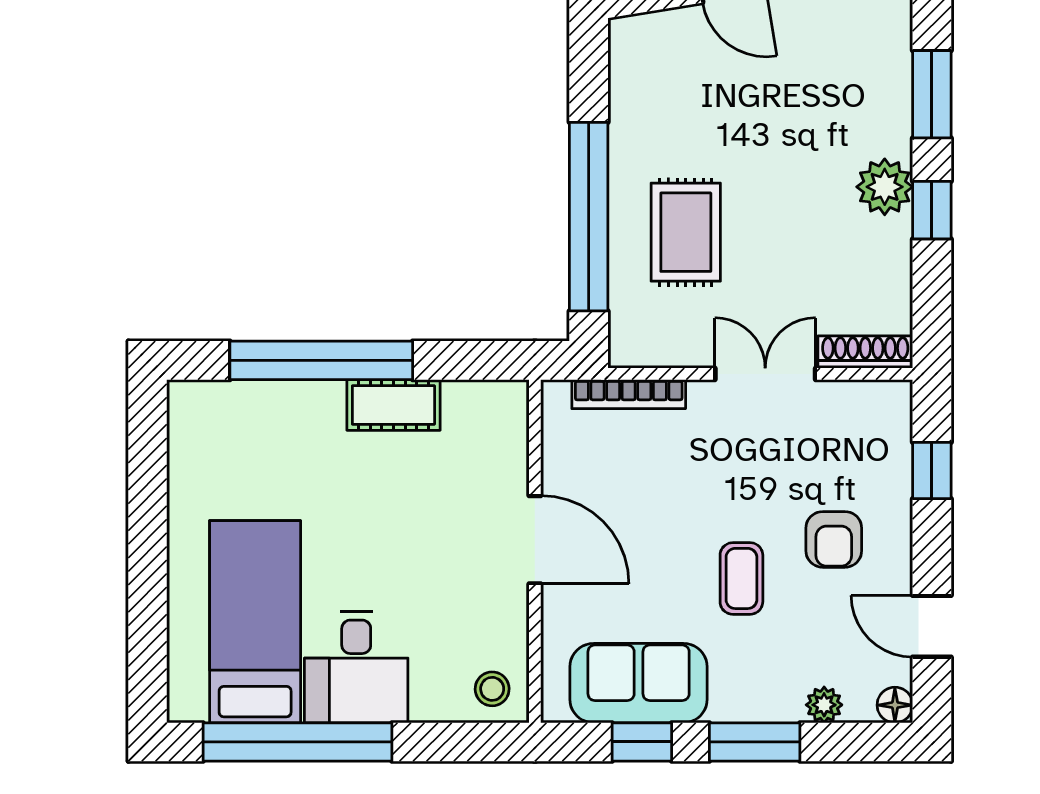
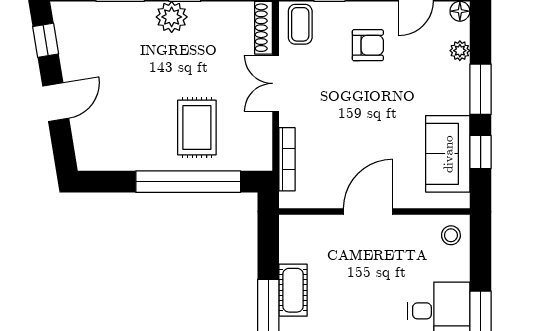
rug: (686, 232) -> (197, 128), turned 90
coffee table: (741, 578) -> (300, 24), moved, turned 90

